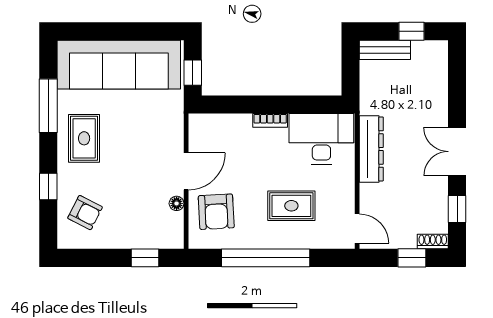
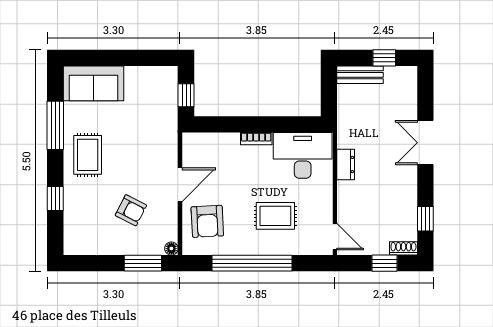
sofa: (119, 65) -> (93, 83), width x0.54, depth x0.79
dresser: (371, 149) -> (346, 165), width x0.51, depth x0.80
double door: (457, 152) -> (425, 143), moved
floor lamp: (177, 203) -> (171, 248), moved
armchair: (85, 213) -> (131, 210), moved
window: (145, 258) -> (143, 263), width x1.50

